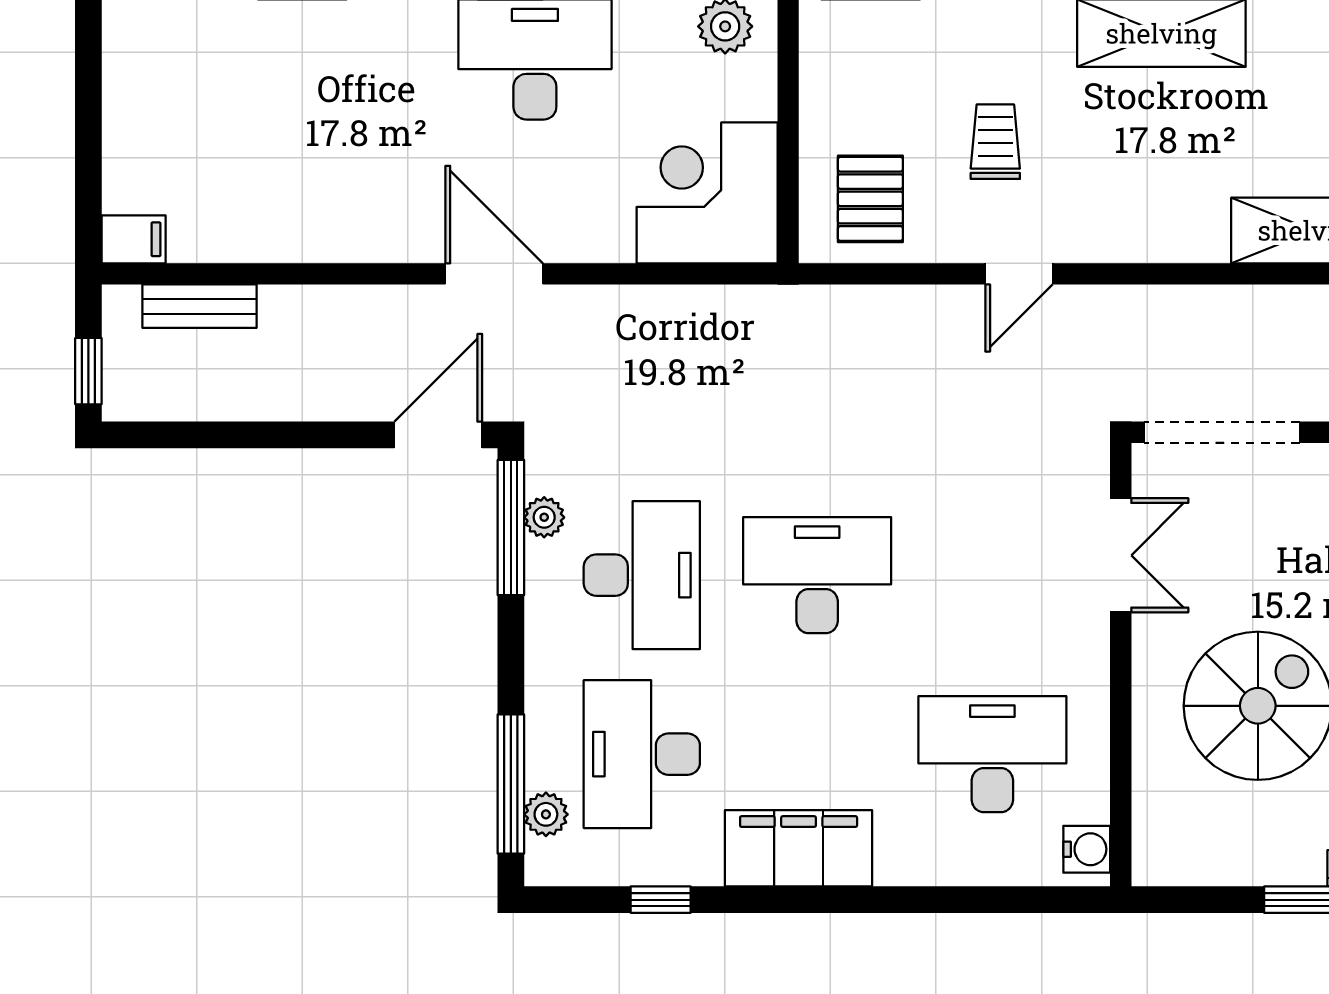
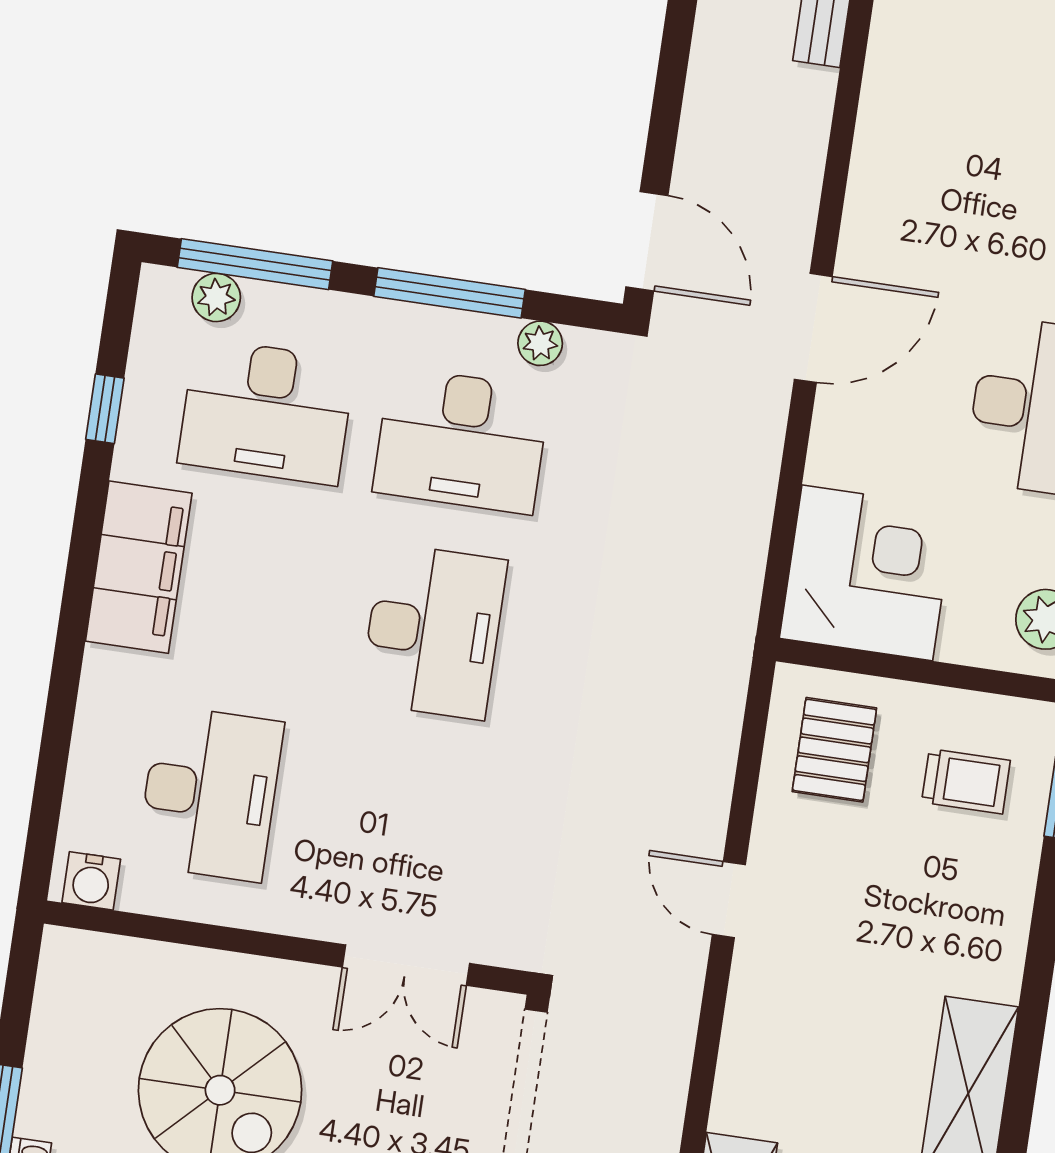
trolley: (995, 142) -> (966, 781), moved
pallet: (870, 199) -> (834, 750), turned 90
window: (511, 528) -> (450, 293), moved
desk: (642, 754) -> (266, 412), turned 180

